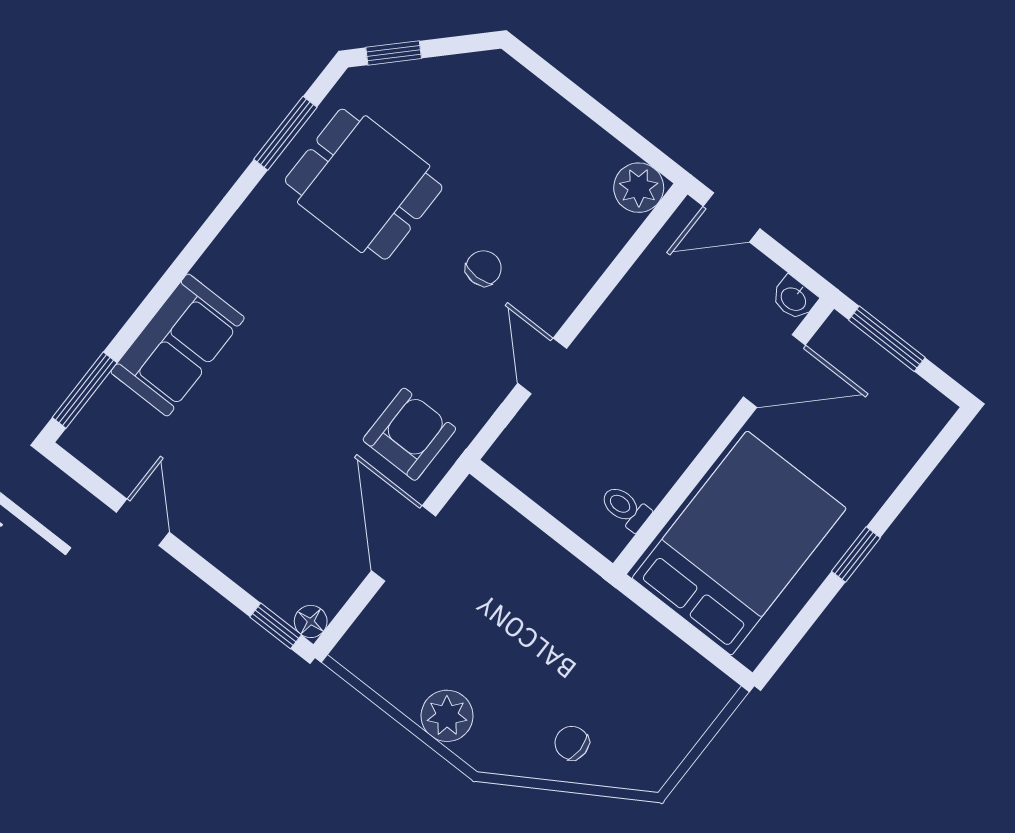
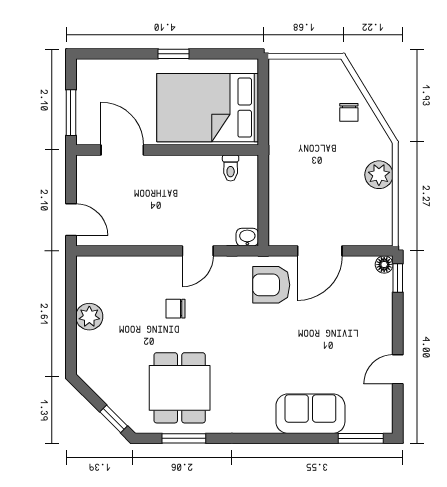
plant: (639, 188) -> (89, 317), moved
washbasin: (794, 298) -> (247, 237), moved, turned -90

